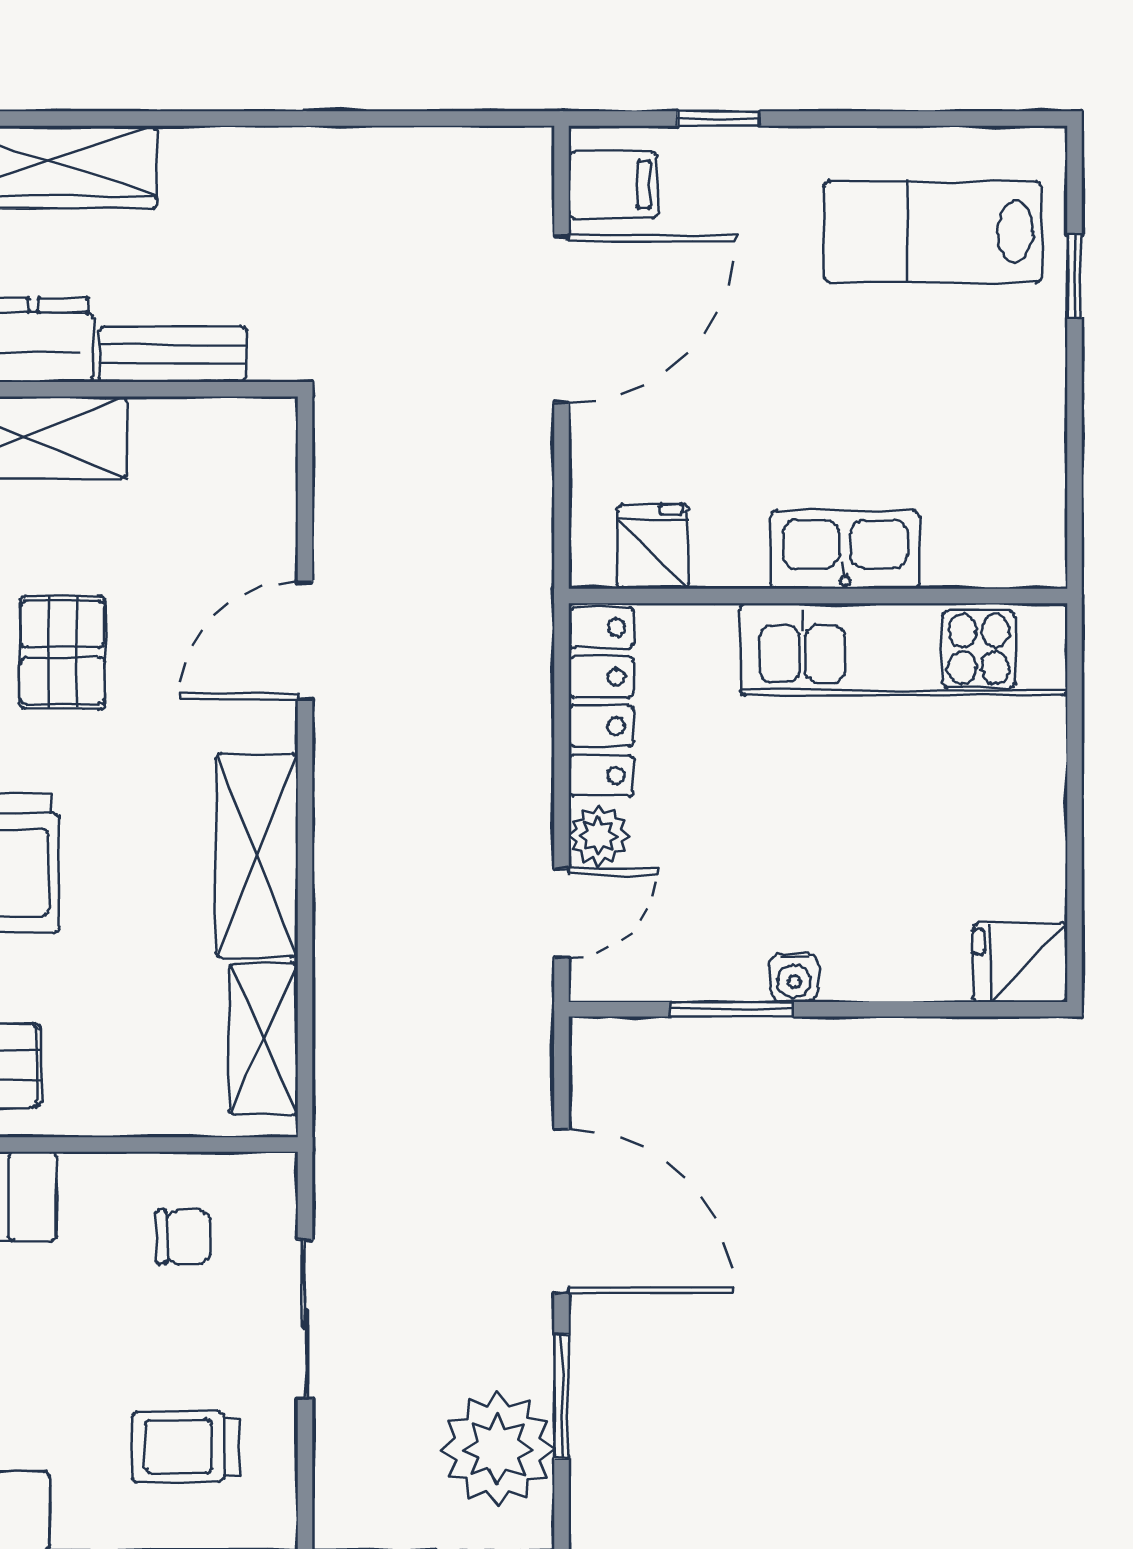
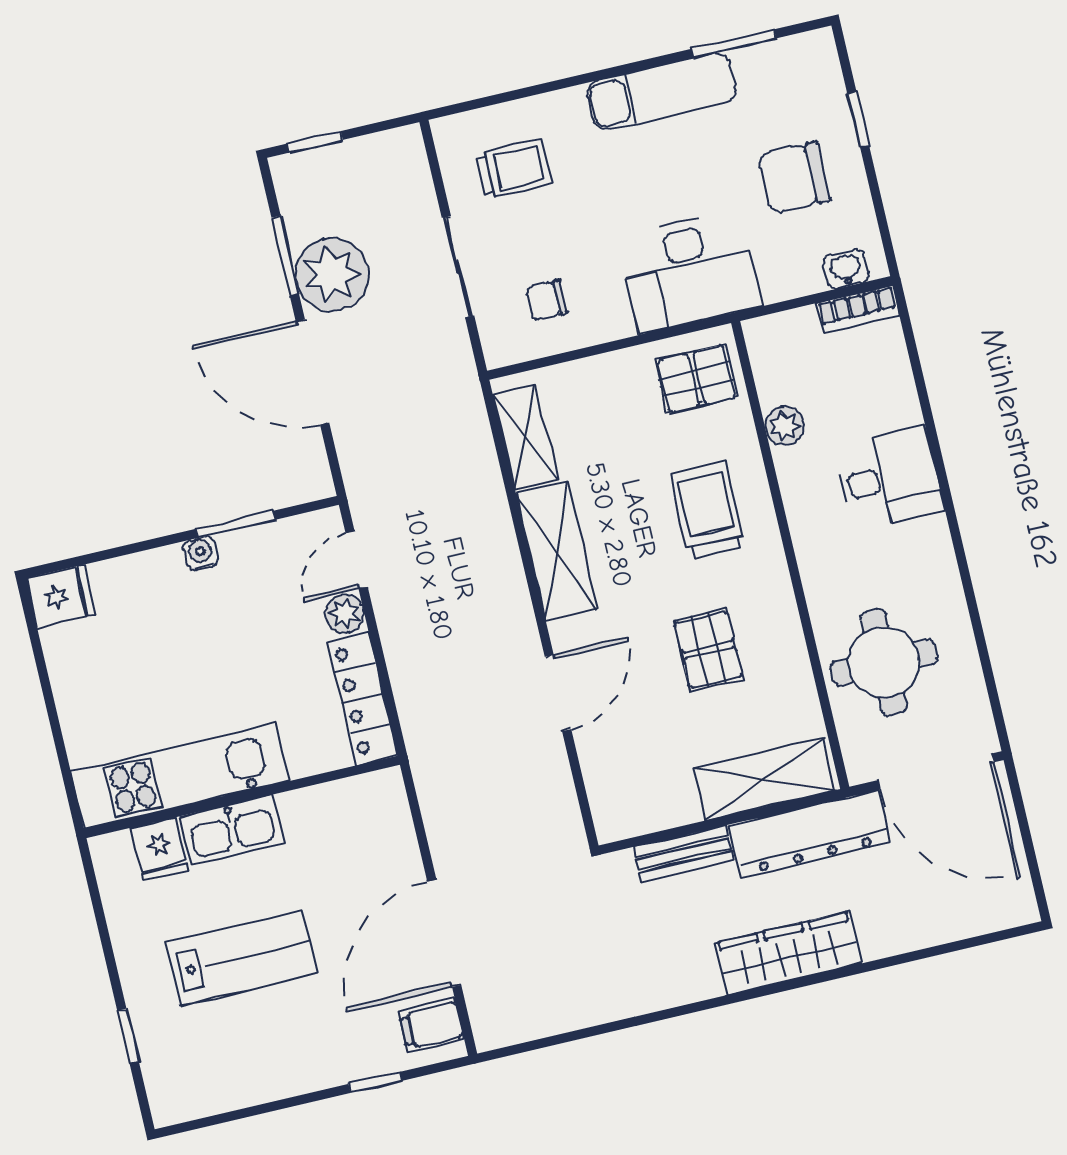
lab bench: (933, 232) -> (241, 958), moved
fridge: (653, 547) -> (160, 849), moved
plant: (498, 1449) -> (332, 275), moved

